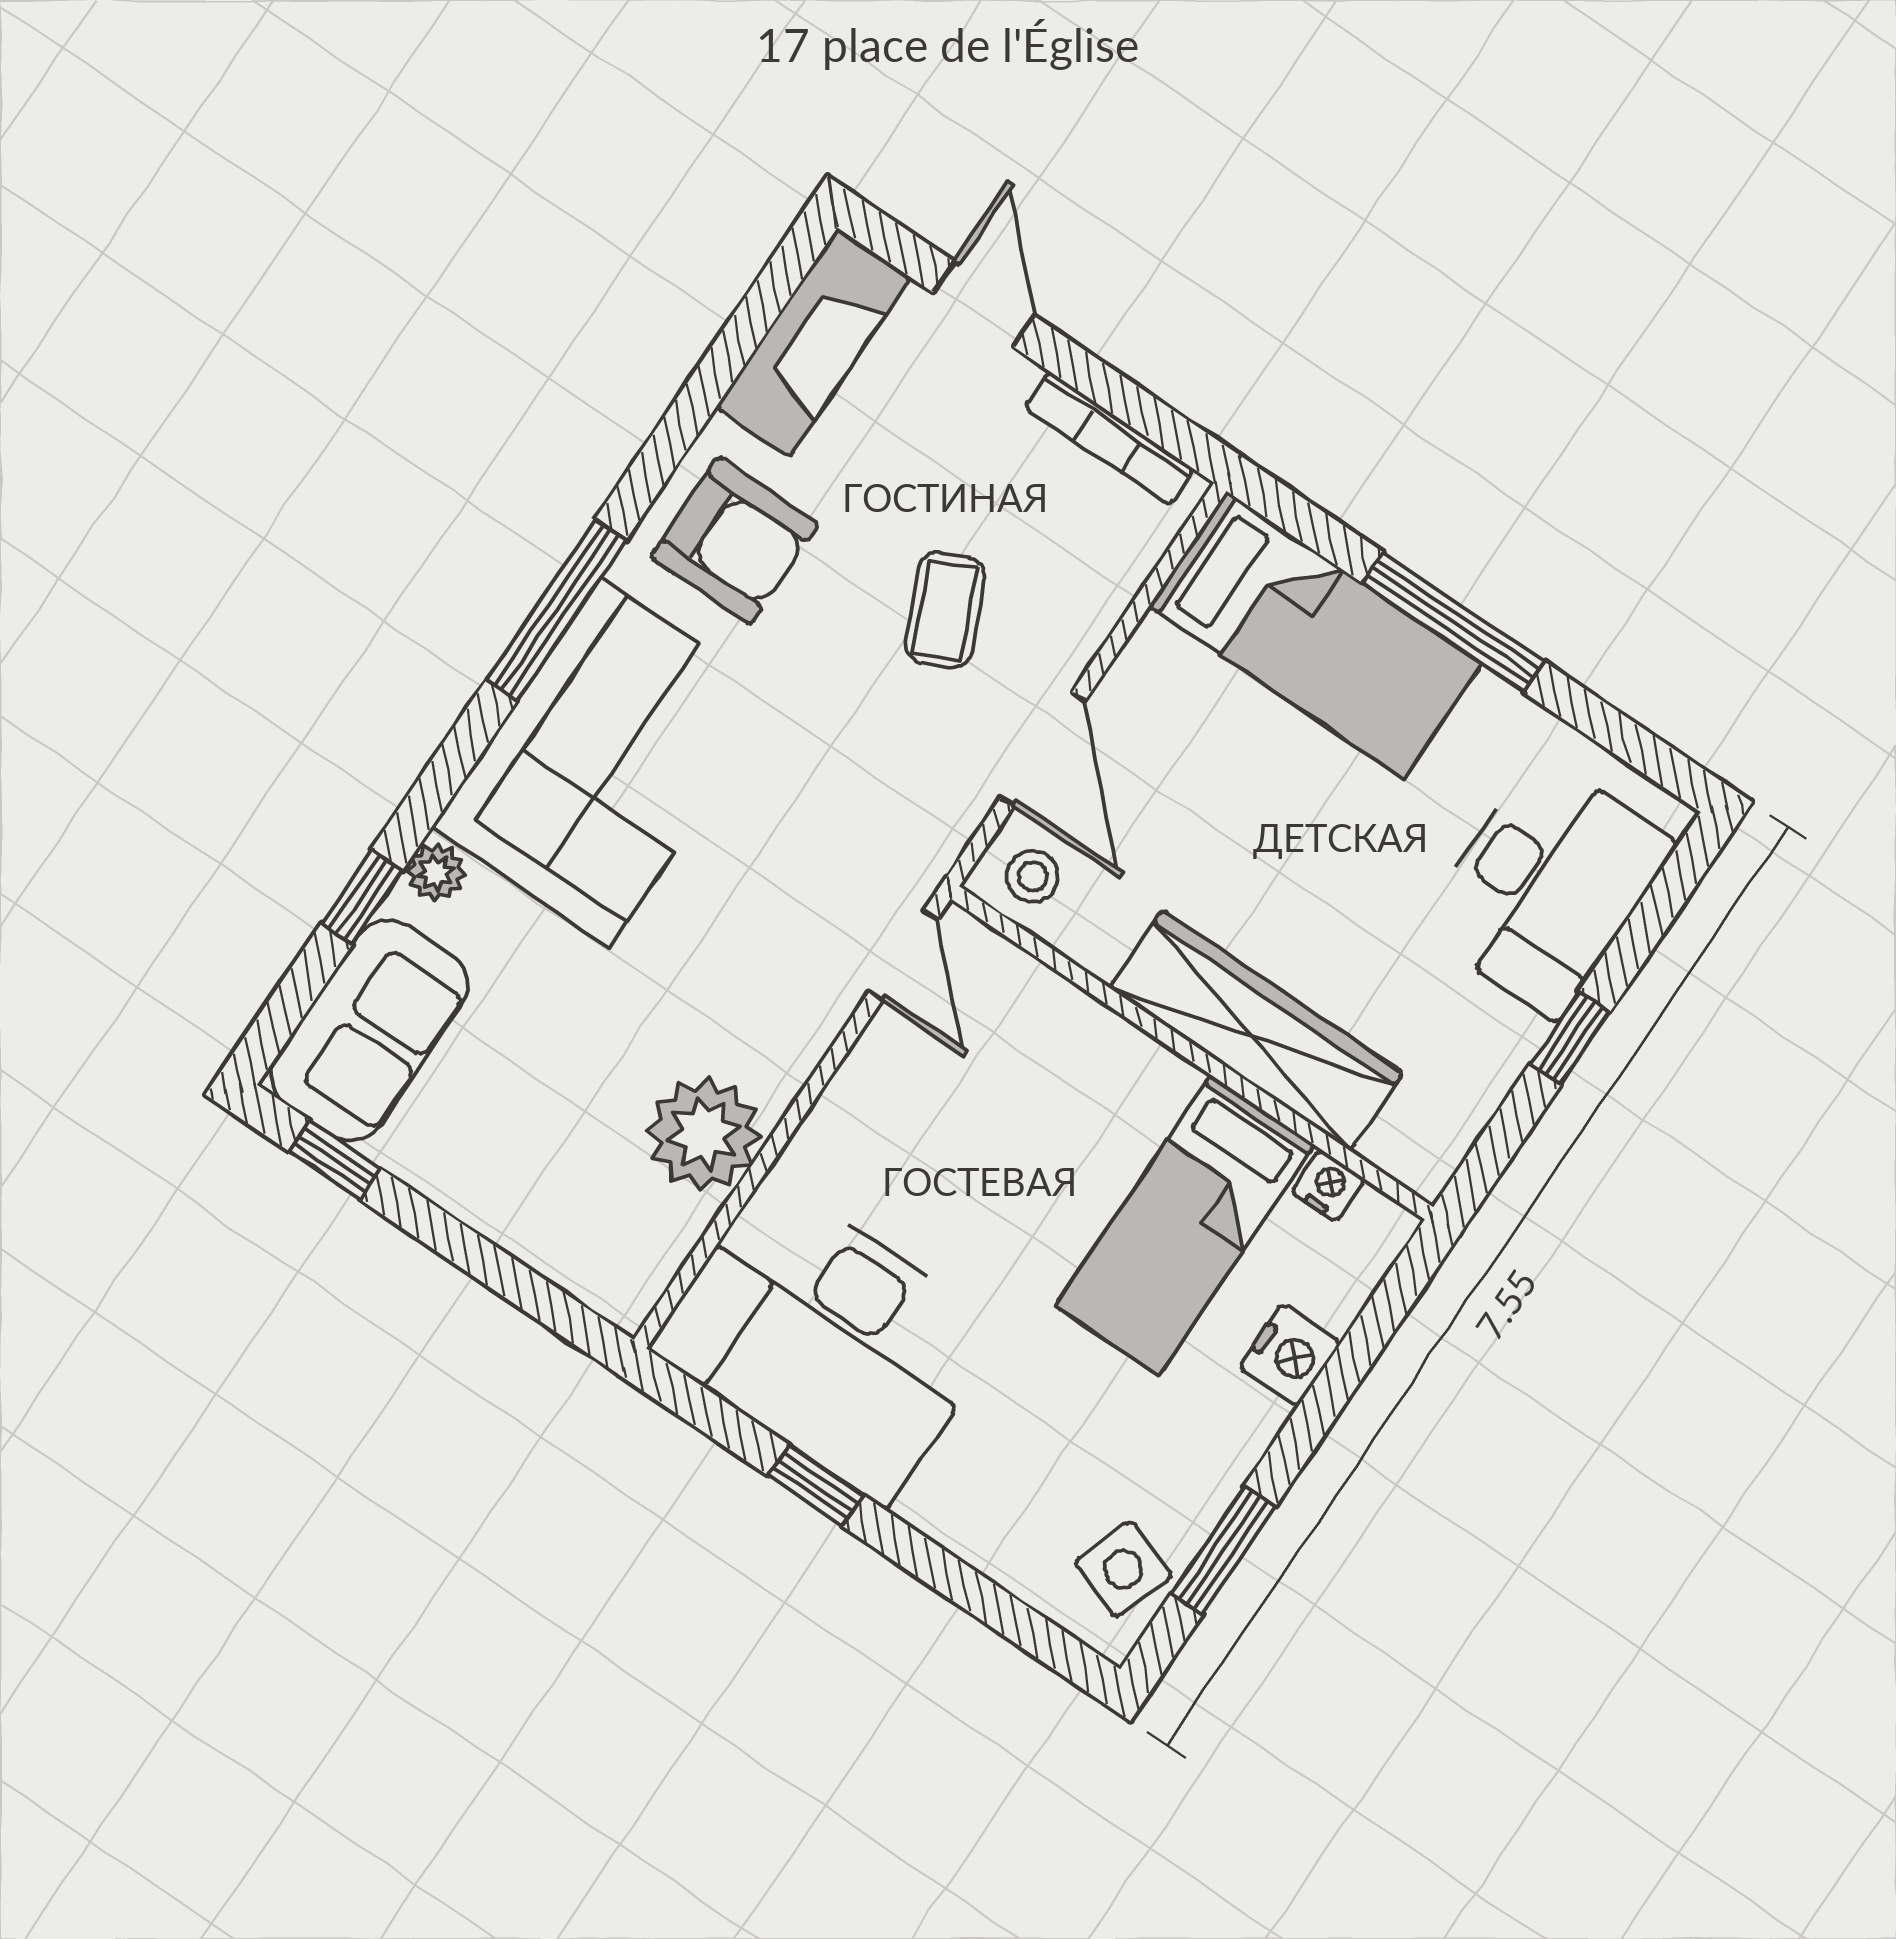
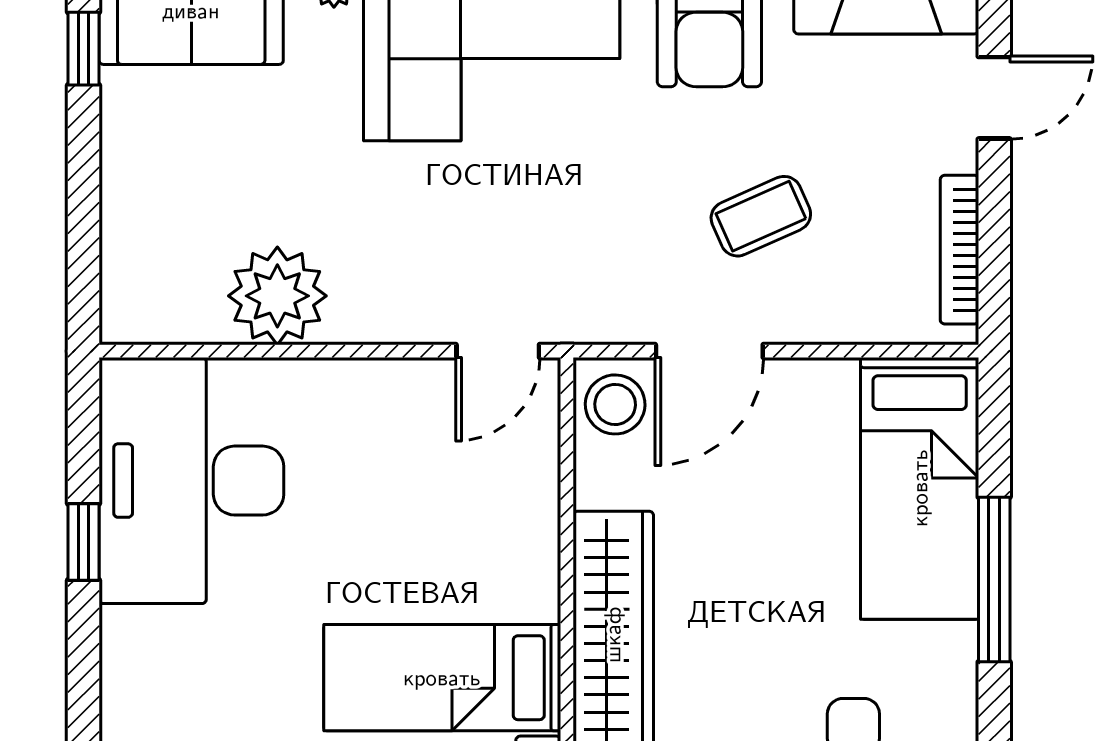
stool: (1033, 876) -> (615, 404), width x1.37, depth x1.37

